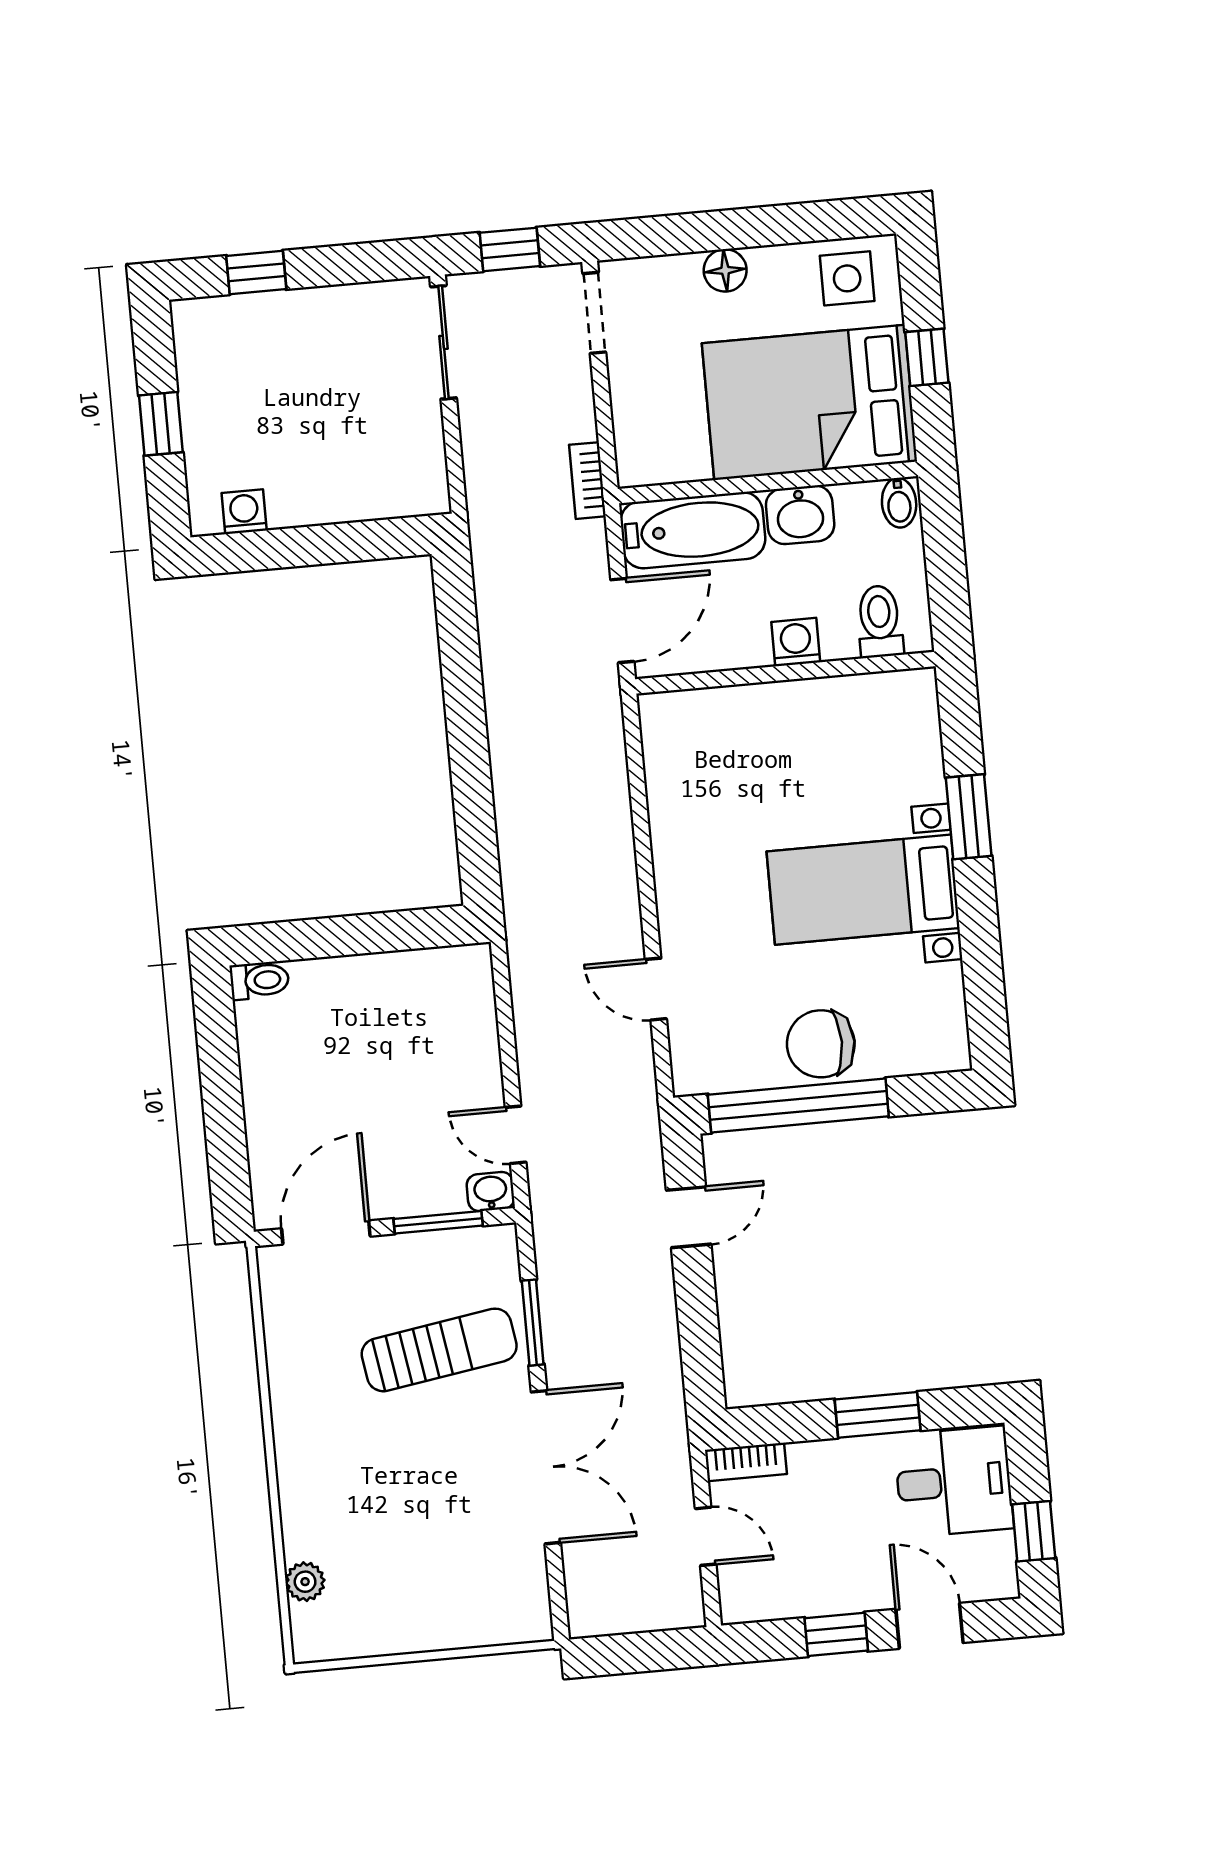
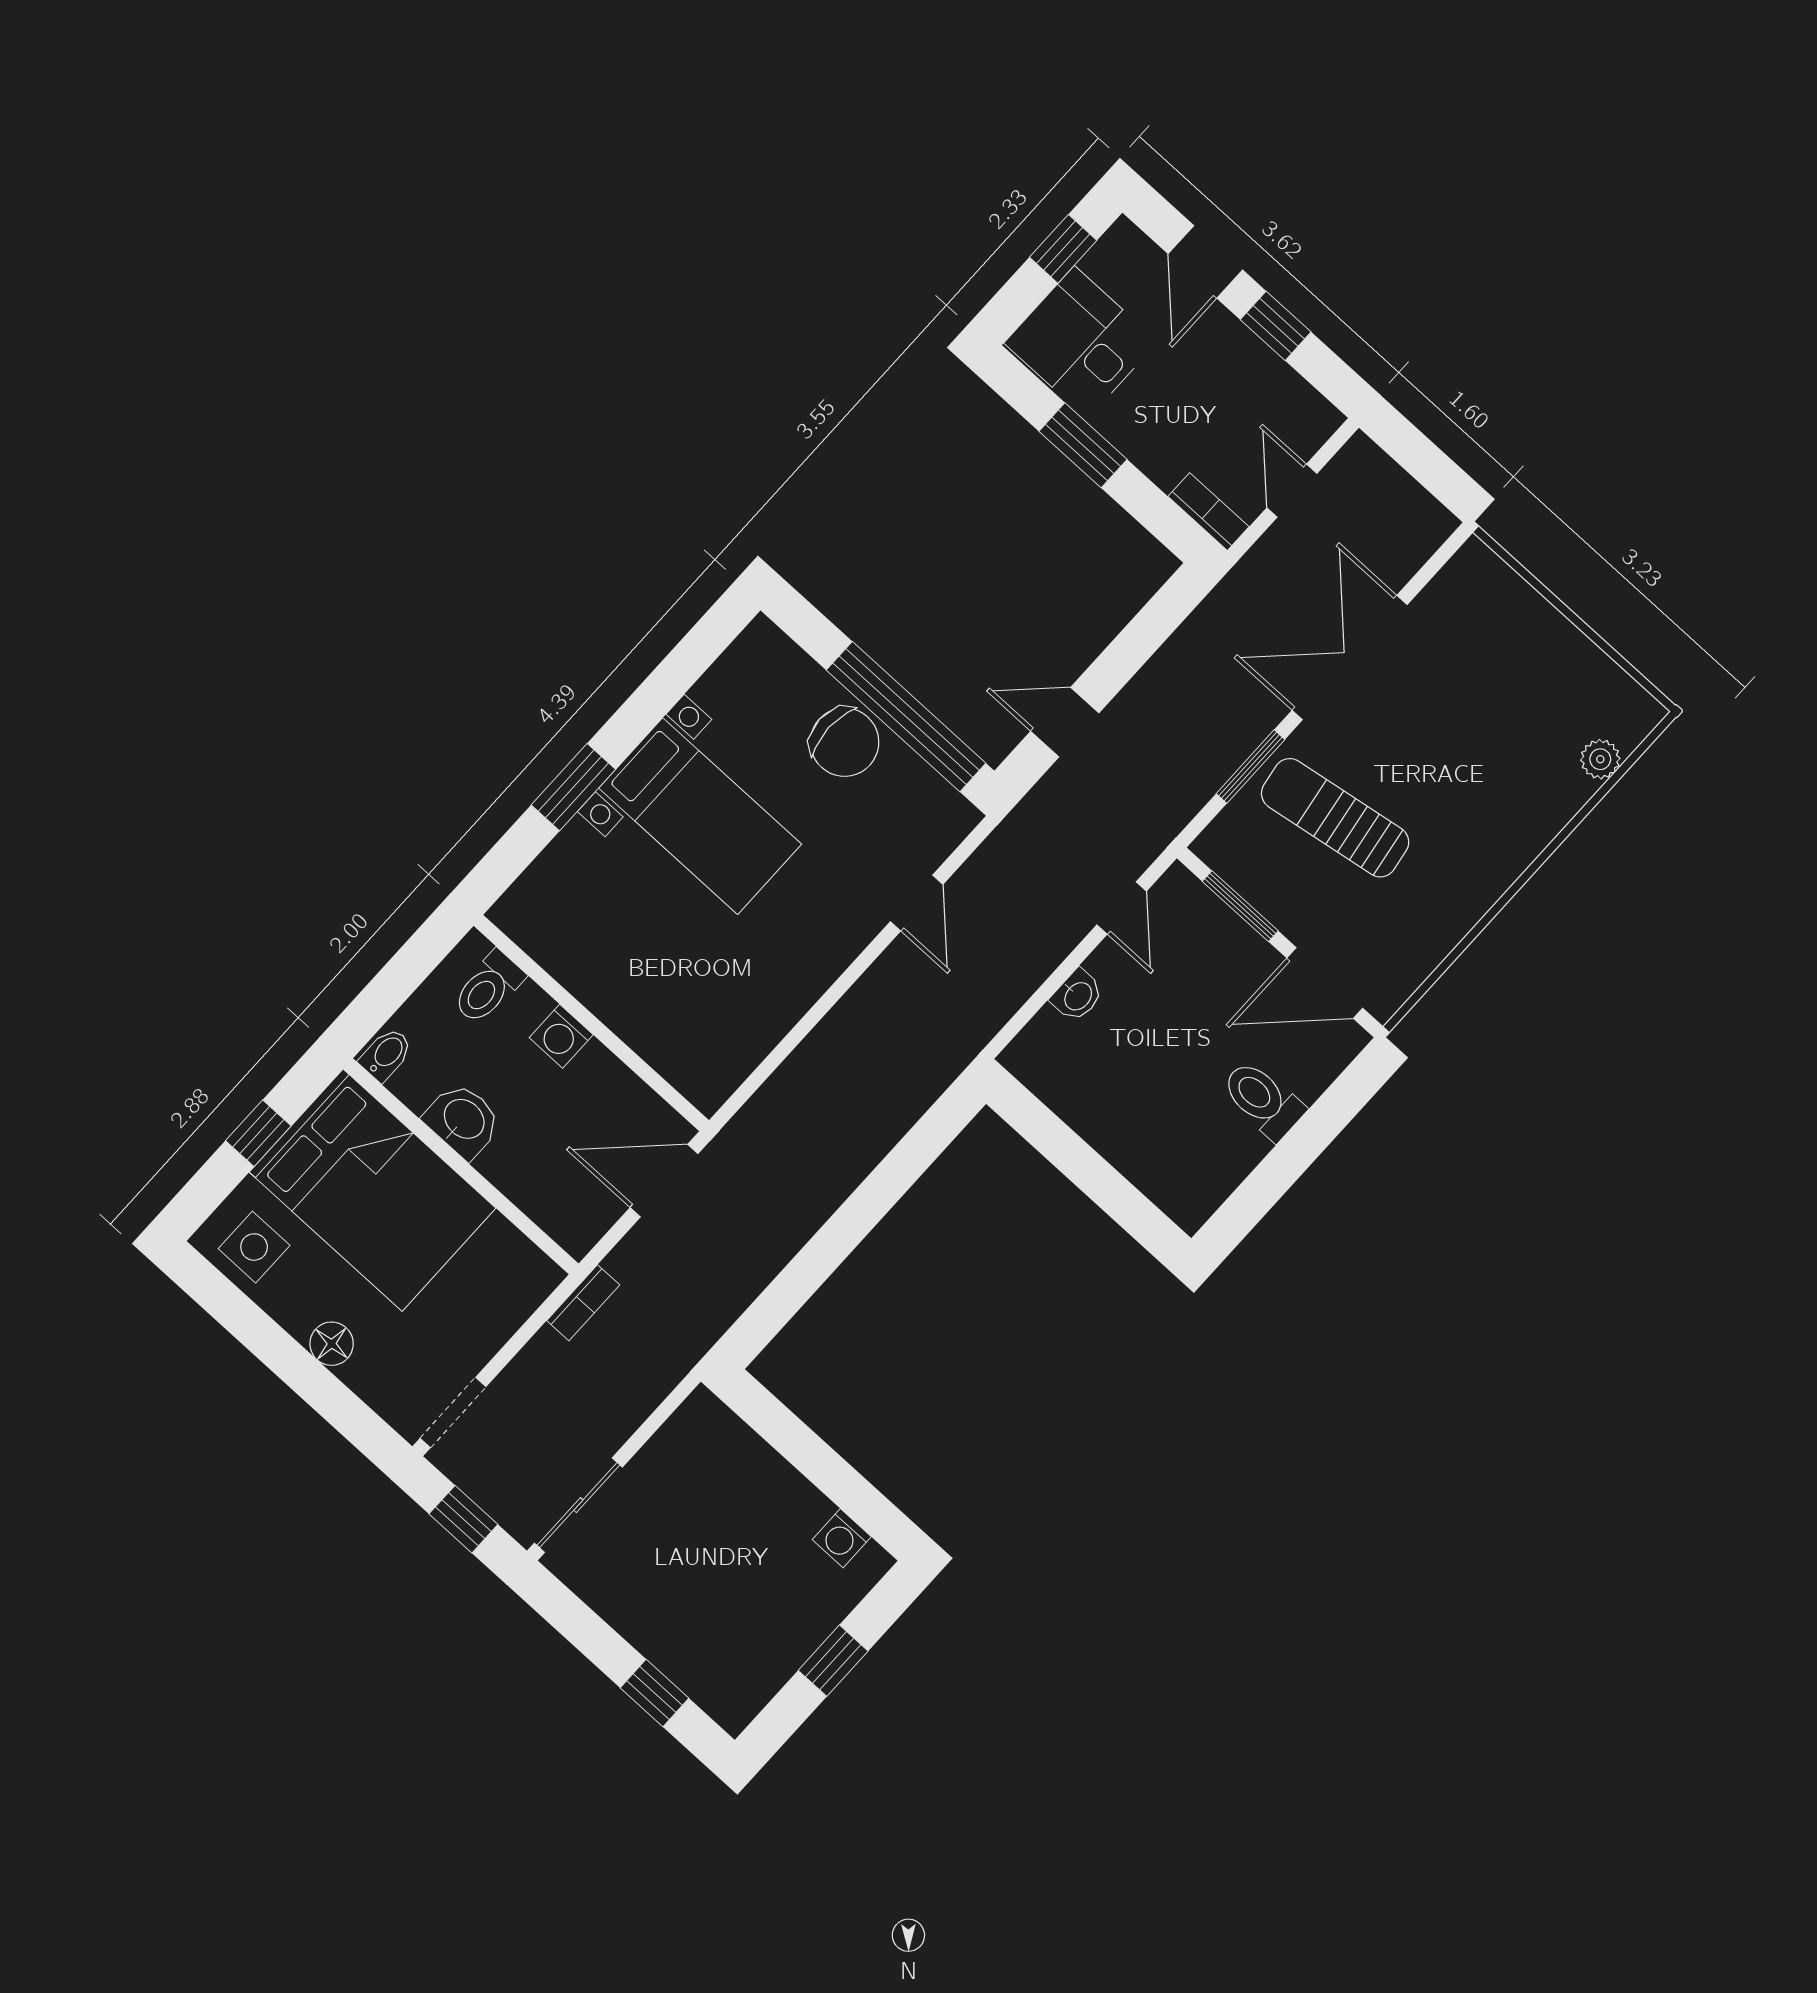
bathtub: (693, 530) -> (548, 1190), removed
toilet: (259, 980) -> (1263, 1100), moved, width x1.37, depth x1.39
washbasin: (490, 1192) -> (1077, 996), moved, turned -90

